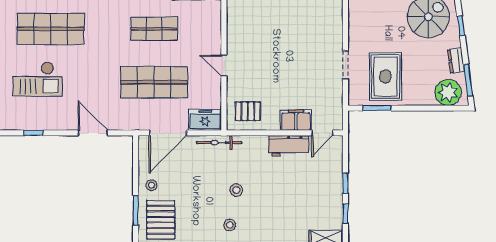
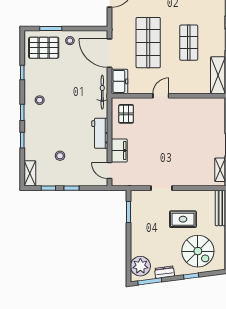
rug: (385, 76) -> (183, 219), moved, width x0.73, depth x0.70
workbench: (289, 146) -> (100, 133), moved
stool: (236, 190) -> (60, 156), moved

